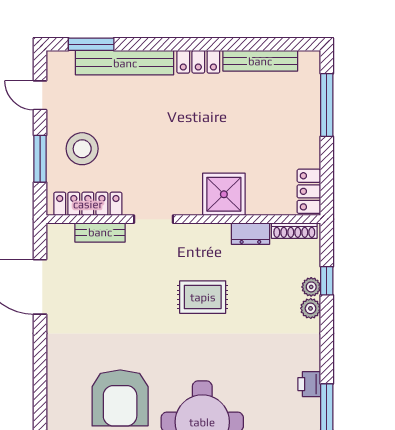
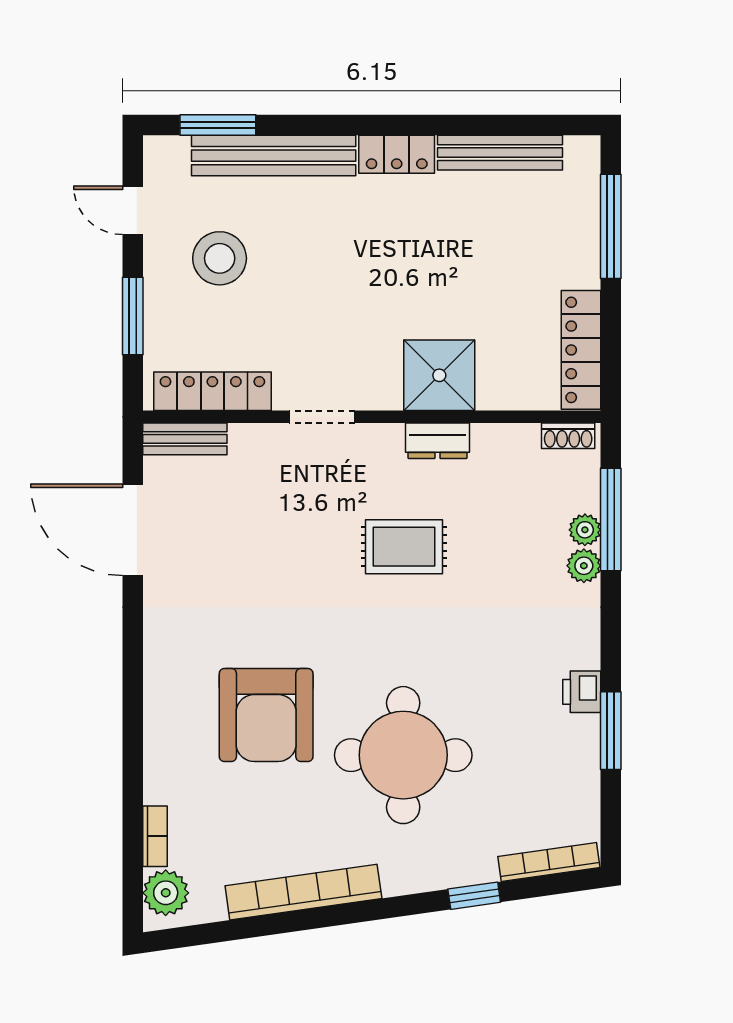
stool: (82, 149) -> (220, 258), moved
locker: (309, 191) -> (581, 350), width x1.53
shoe rack: (294, 231) -> (568, 436), width x0.70
bench: (100, 232) -> (185, 439), moved
dresser: (250, 234) -> (437, 441), moved
window: (327, 281) -> (611, 520), width x2.17

